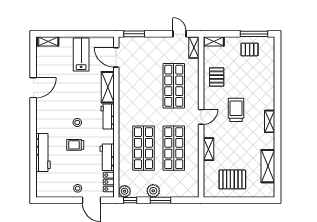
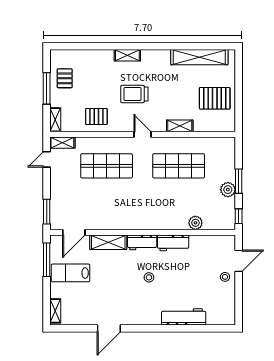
window: (93, 34) -> (47, 260), added
window: (254, 34) -> (47, 88), moved
door: (33, 88) -> (109, 328), swing flipped
shelving: (270, 121) -> (127, 55), moved
trolley: (75, 145) -> (175, 280), removed
shop shelf: (143, 148) -> (179, 201), removed
workbench: (107, 157) -> (173, 243), moved
shelving: (268, 166) -> (199, 57), width x1.47
pallet: (232, 179) -> (215, 98), turned 90
locker: (109, 182) -> (218, 241), removed
plant: (125, 191) -> (195, 223), moved

